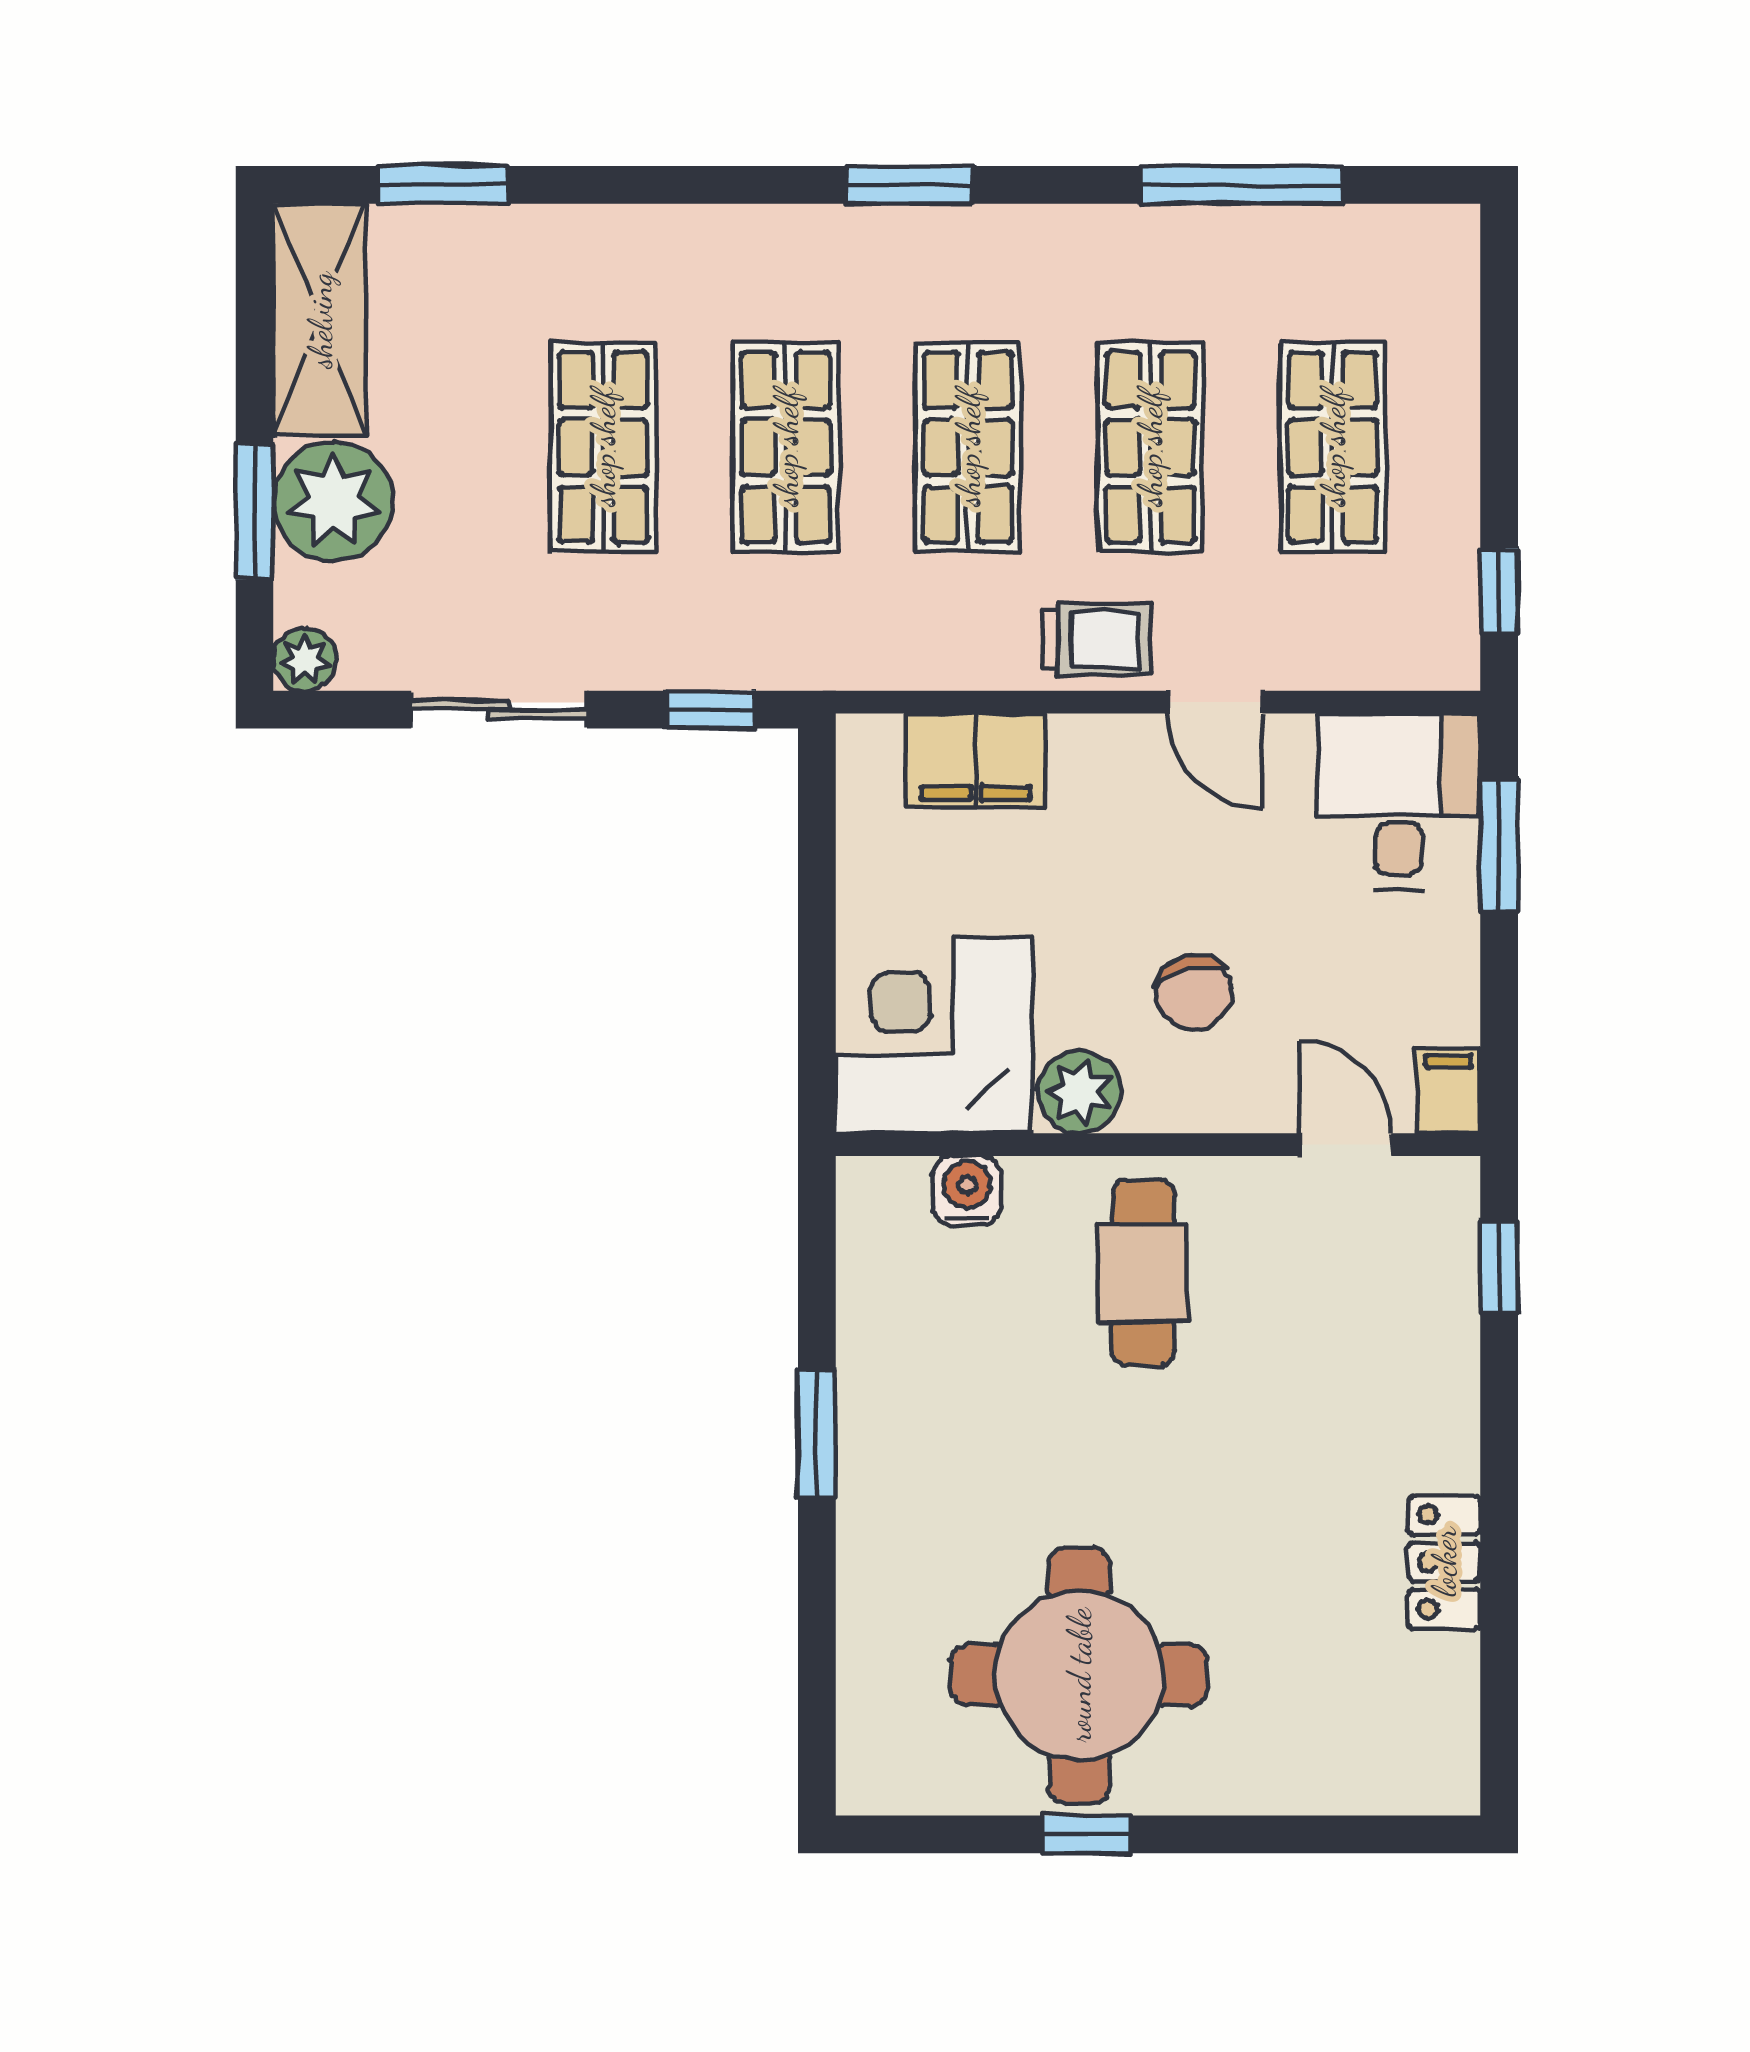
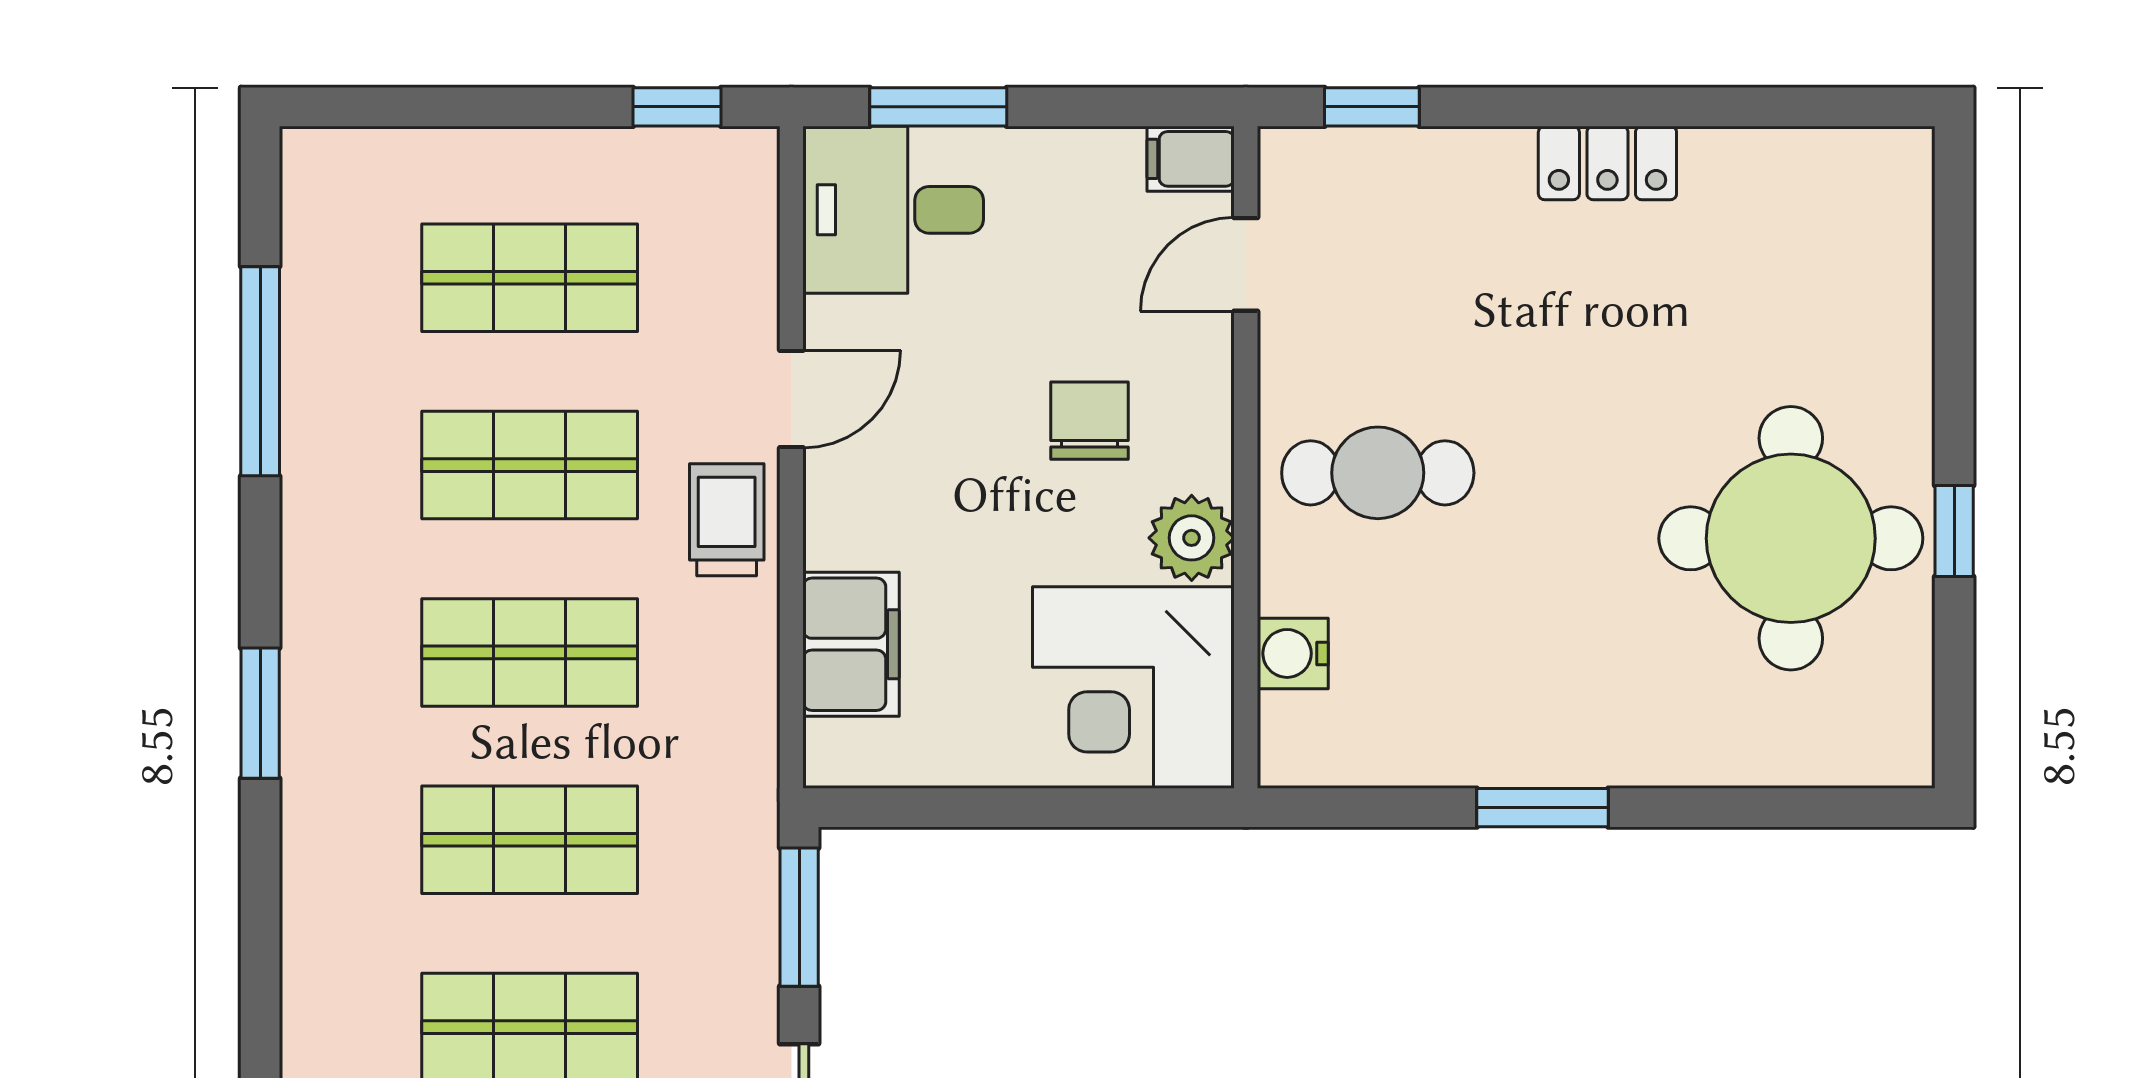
window: (710, 710) -> (799, 917), width x1.50
chair: (1194, 992) -> (1090, 421), turned -76
locker: (1444, 1562) -> (1607, 163), moved

